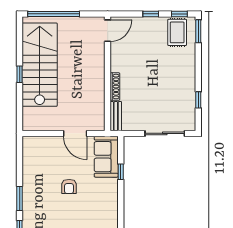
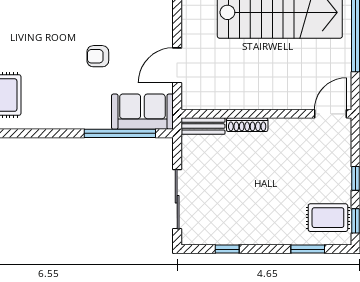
door: (108, 31) -> (331, 114), swing flipped
window: (198, 31) -> (308, 249), moved
window: (121, 172) -> (120, 133), width x3.17

